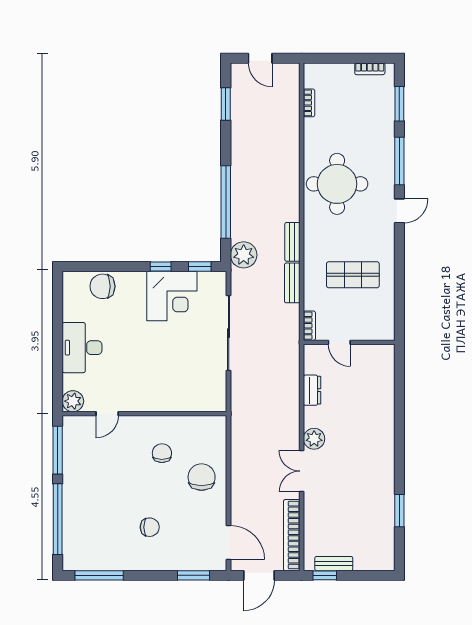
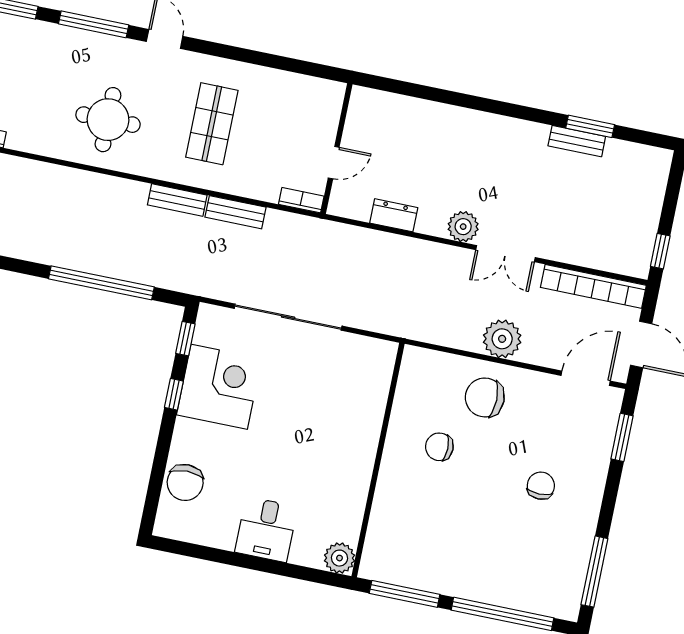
round table: (337, 184) -> (108, 120), width x0.73, depth x0.73
plant: (244, 255) -> (502, 339), moved
shop shelf: (353, 275) -> (212, 124), moved
desk: (82, 348) -> (266, 529), width x0.73
door: (107, 414) -> (367, 513), removed
bench: (334, 564) -> (577, 141), moved, turned 90

